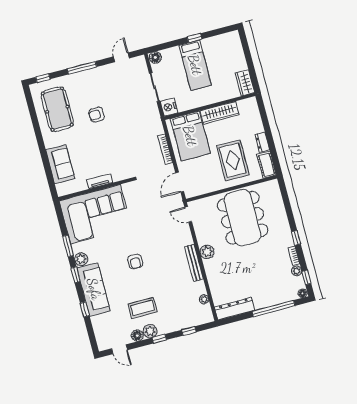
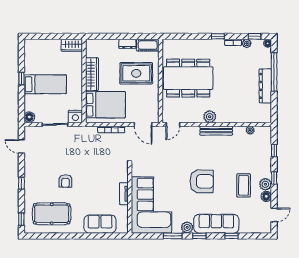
window: (82, 68) -> (21, 183), width x0.46
armchair: (135, 262) -> (202, 181), width x1.88, depth x1.88
dresser: (235, 309) -> (265, 86), moved

